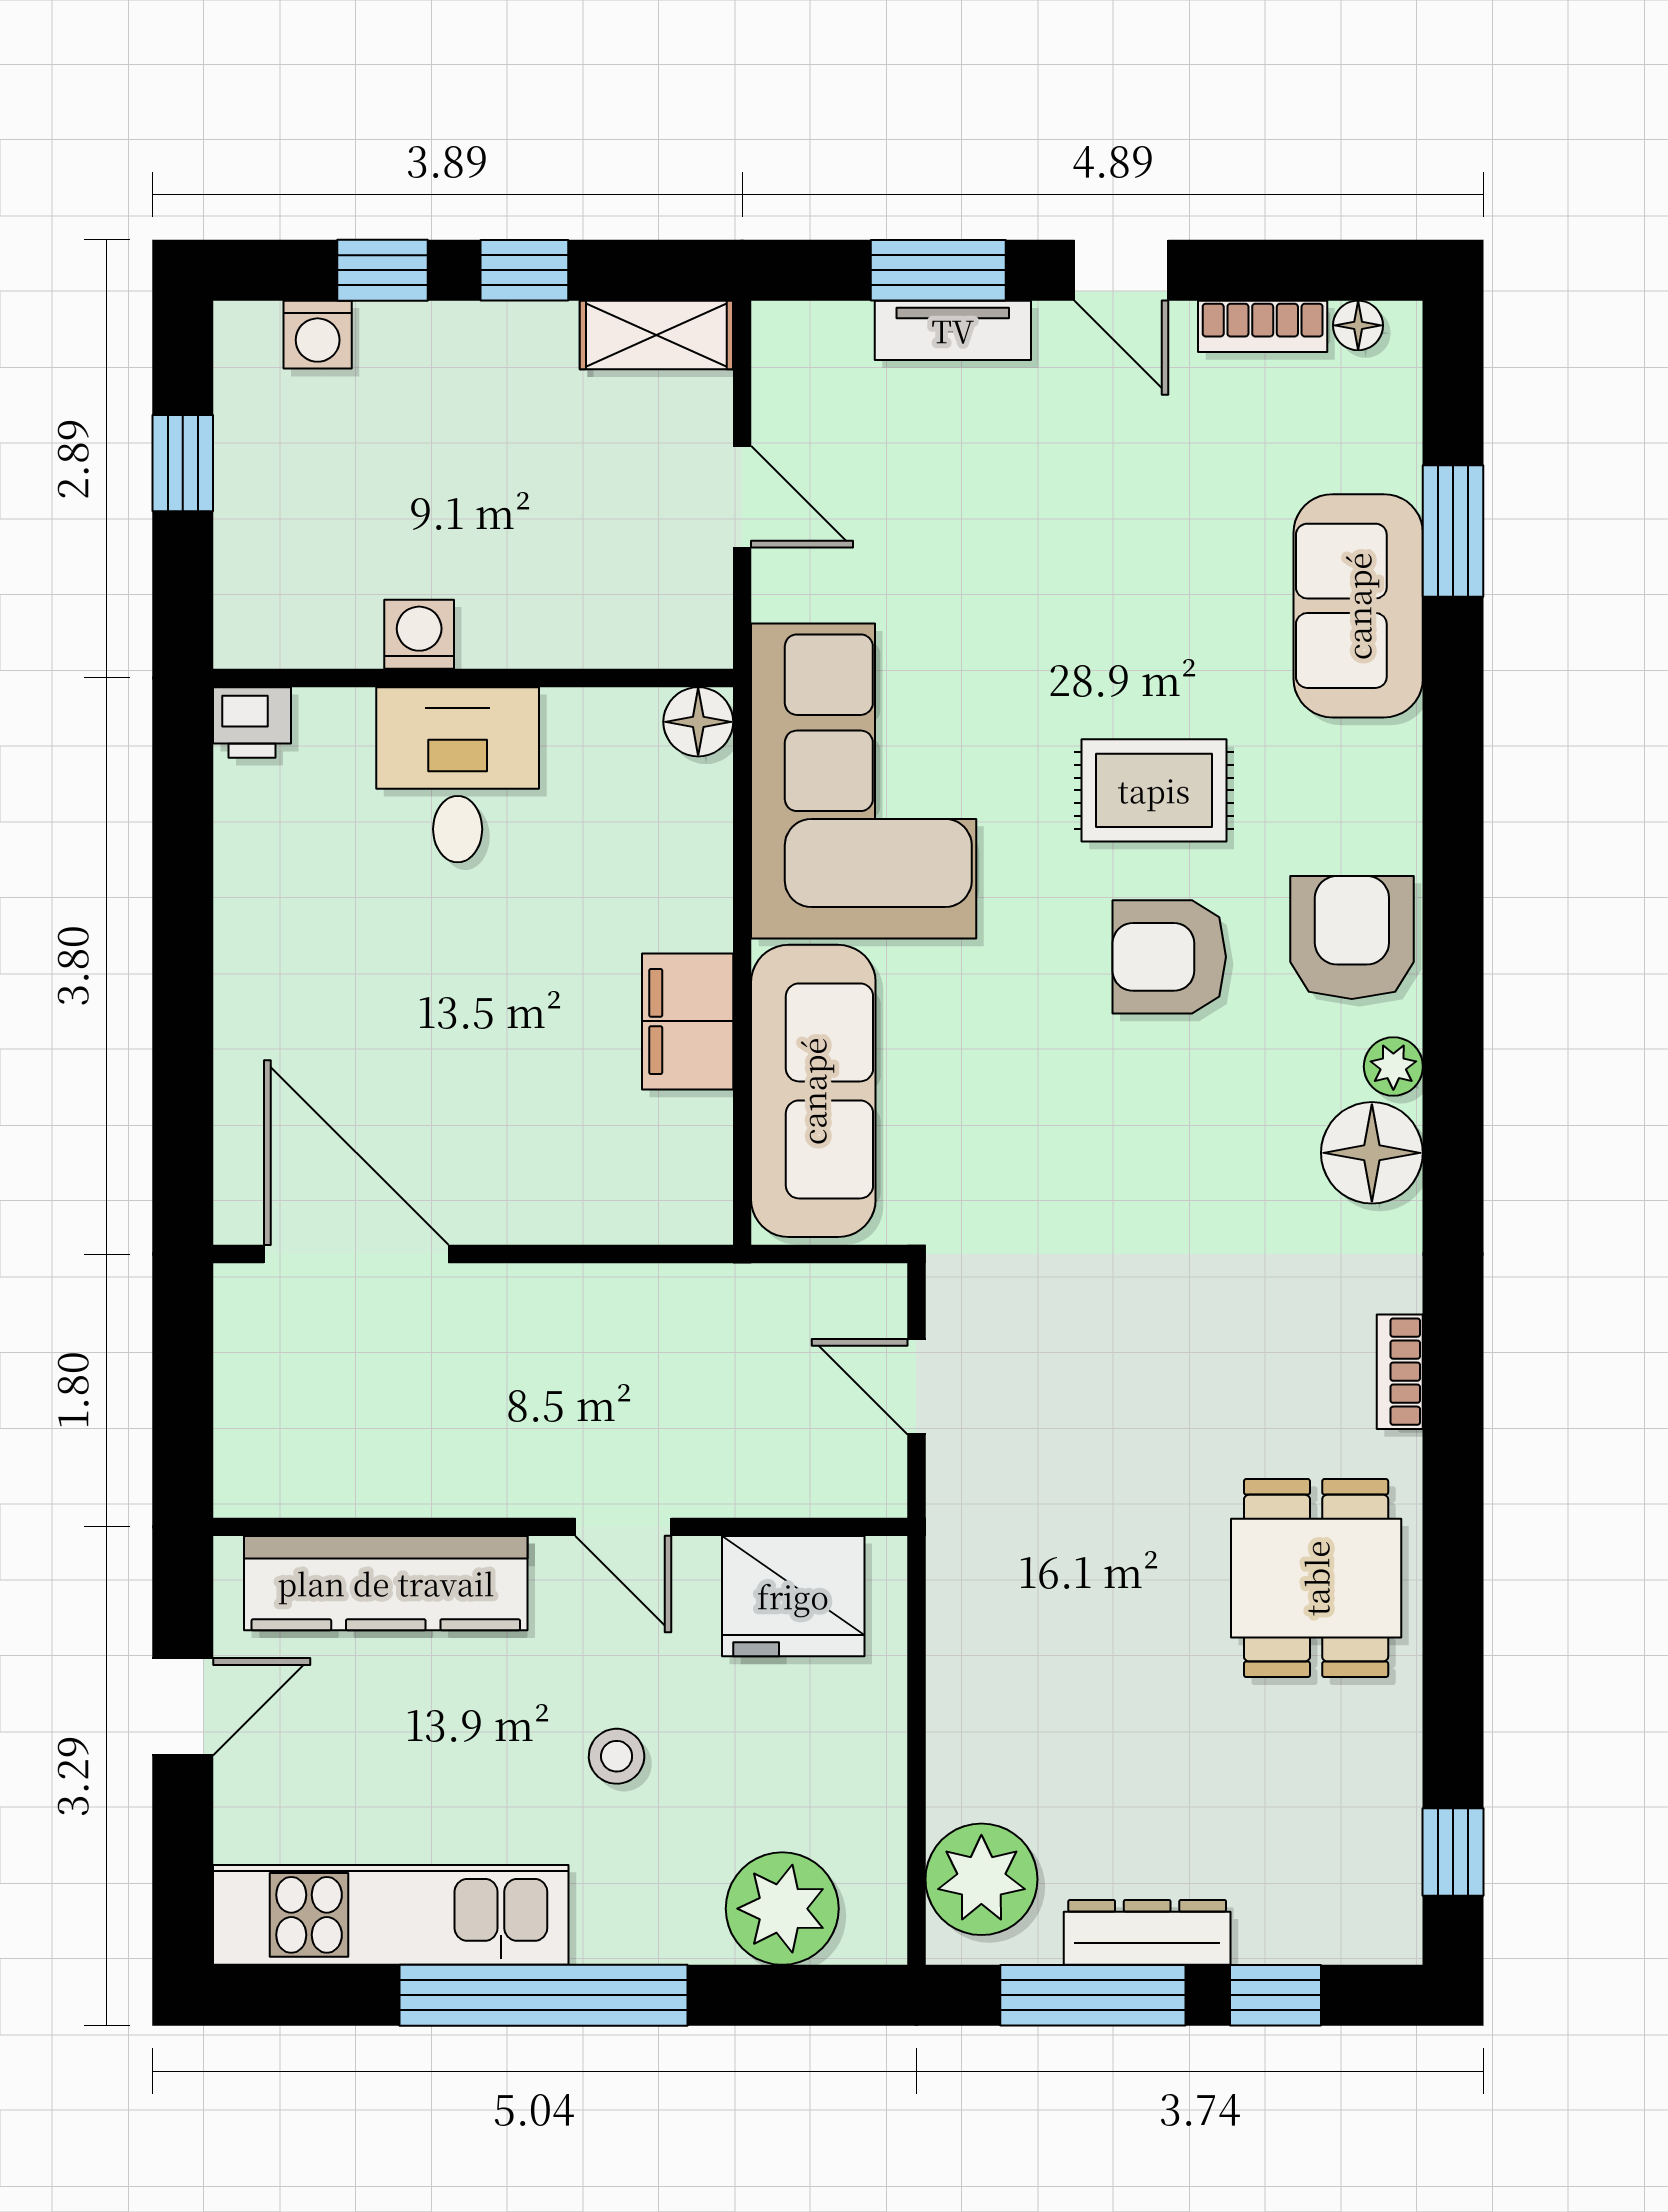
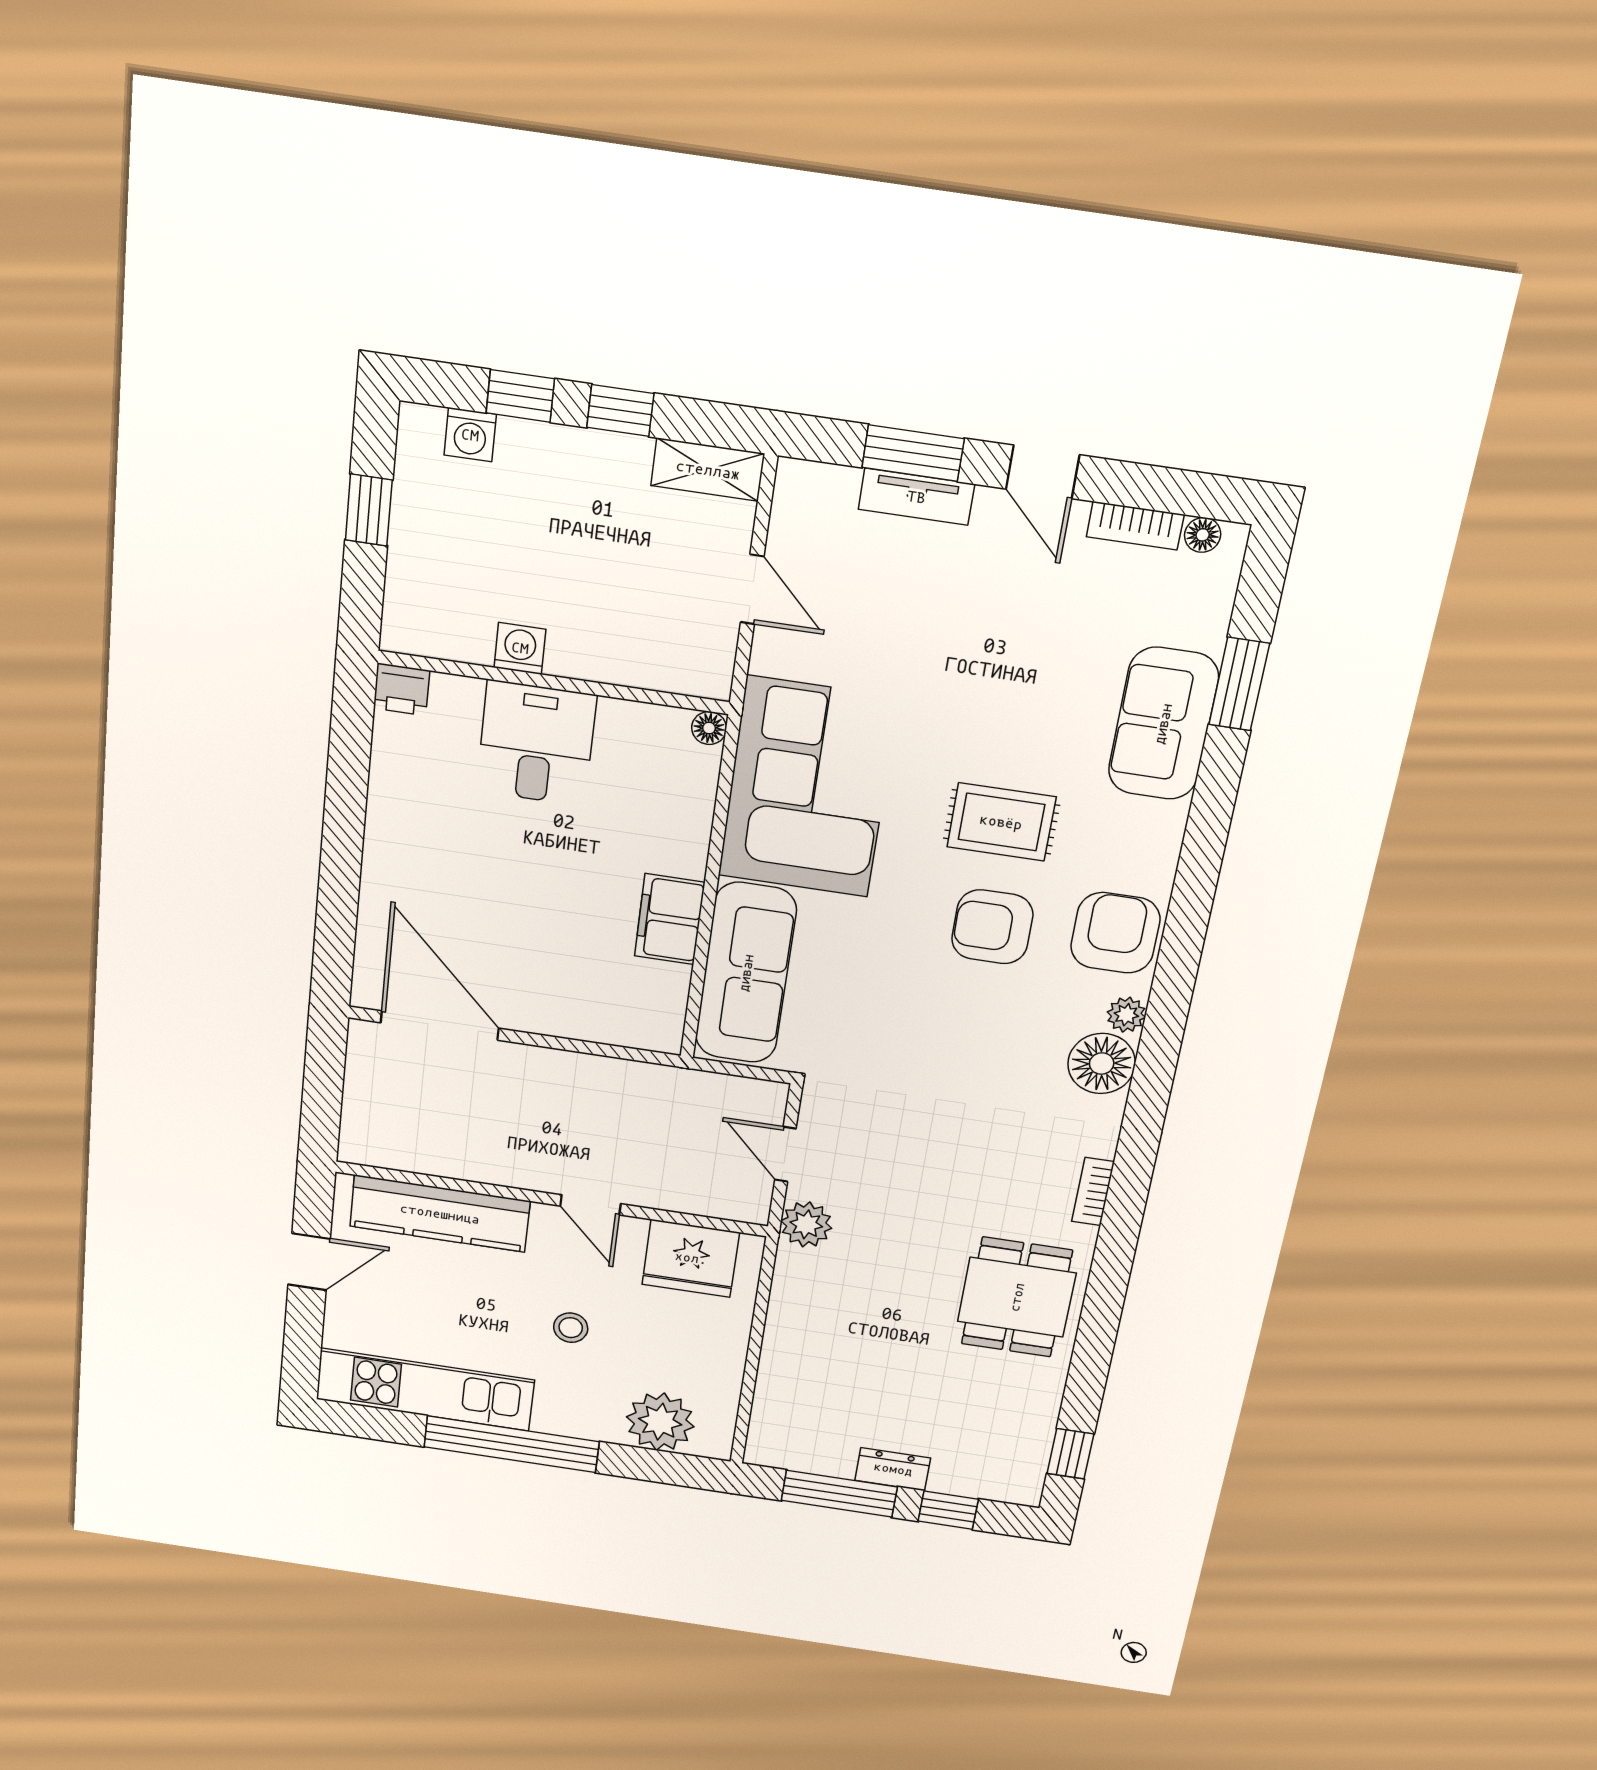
floor lamp: (698, 722) -> (709, 728), width x0.73, depth x0.73
plant: (981, 1879) -> (806, 1224), moved, width x0.73, depth x0.73
dresser: (1147, 1932) -> (893, 1469), width x0.70

